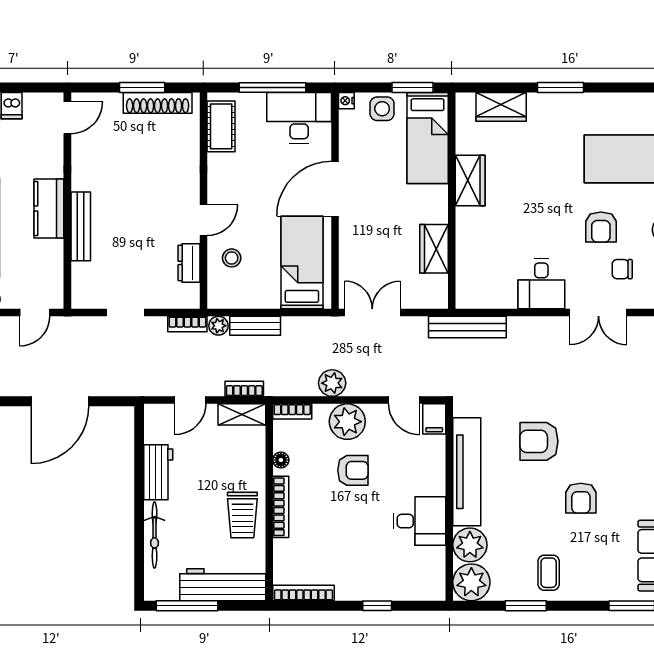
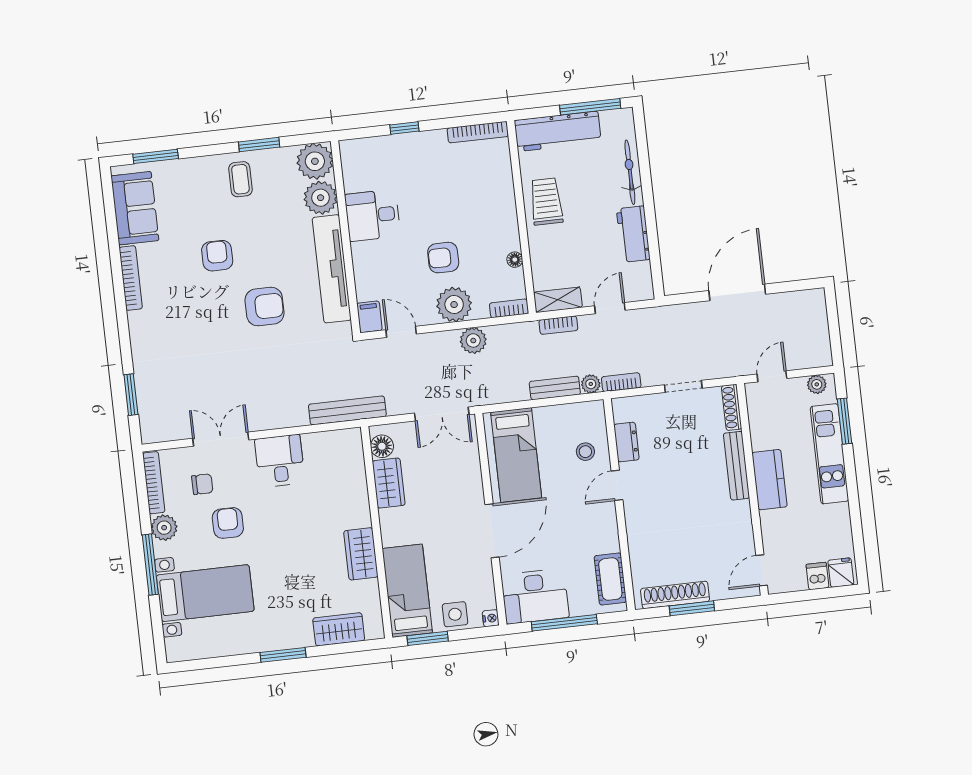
shoe rack: (79, 286) -> (732, 407), added
floor lamp: (436, 287) -> (382, 446), added
bookcase: (281, 507) -> (510, 214), removed

